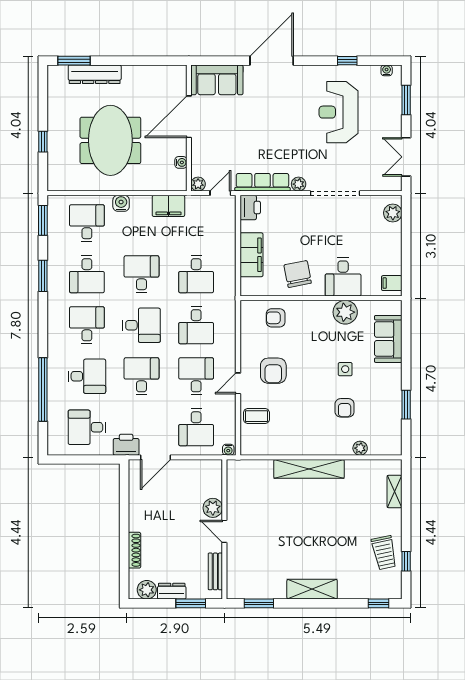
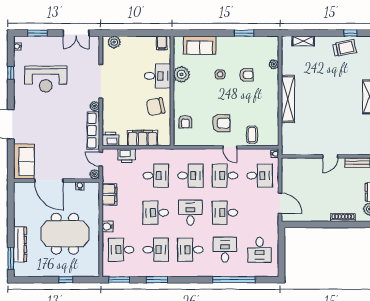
printer: (126, 445) -> (127, 156), moved, turned -90
plant: (213, 508) -> (314, 164), removed

